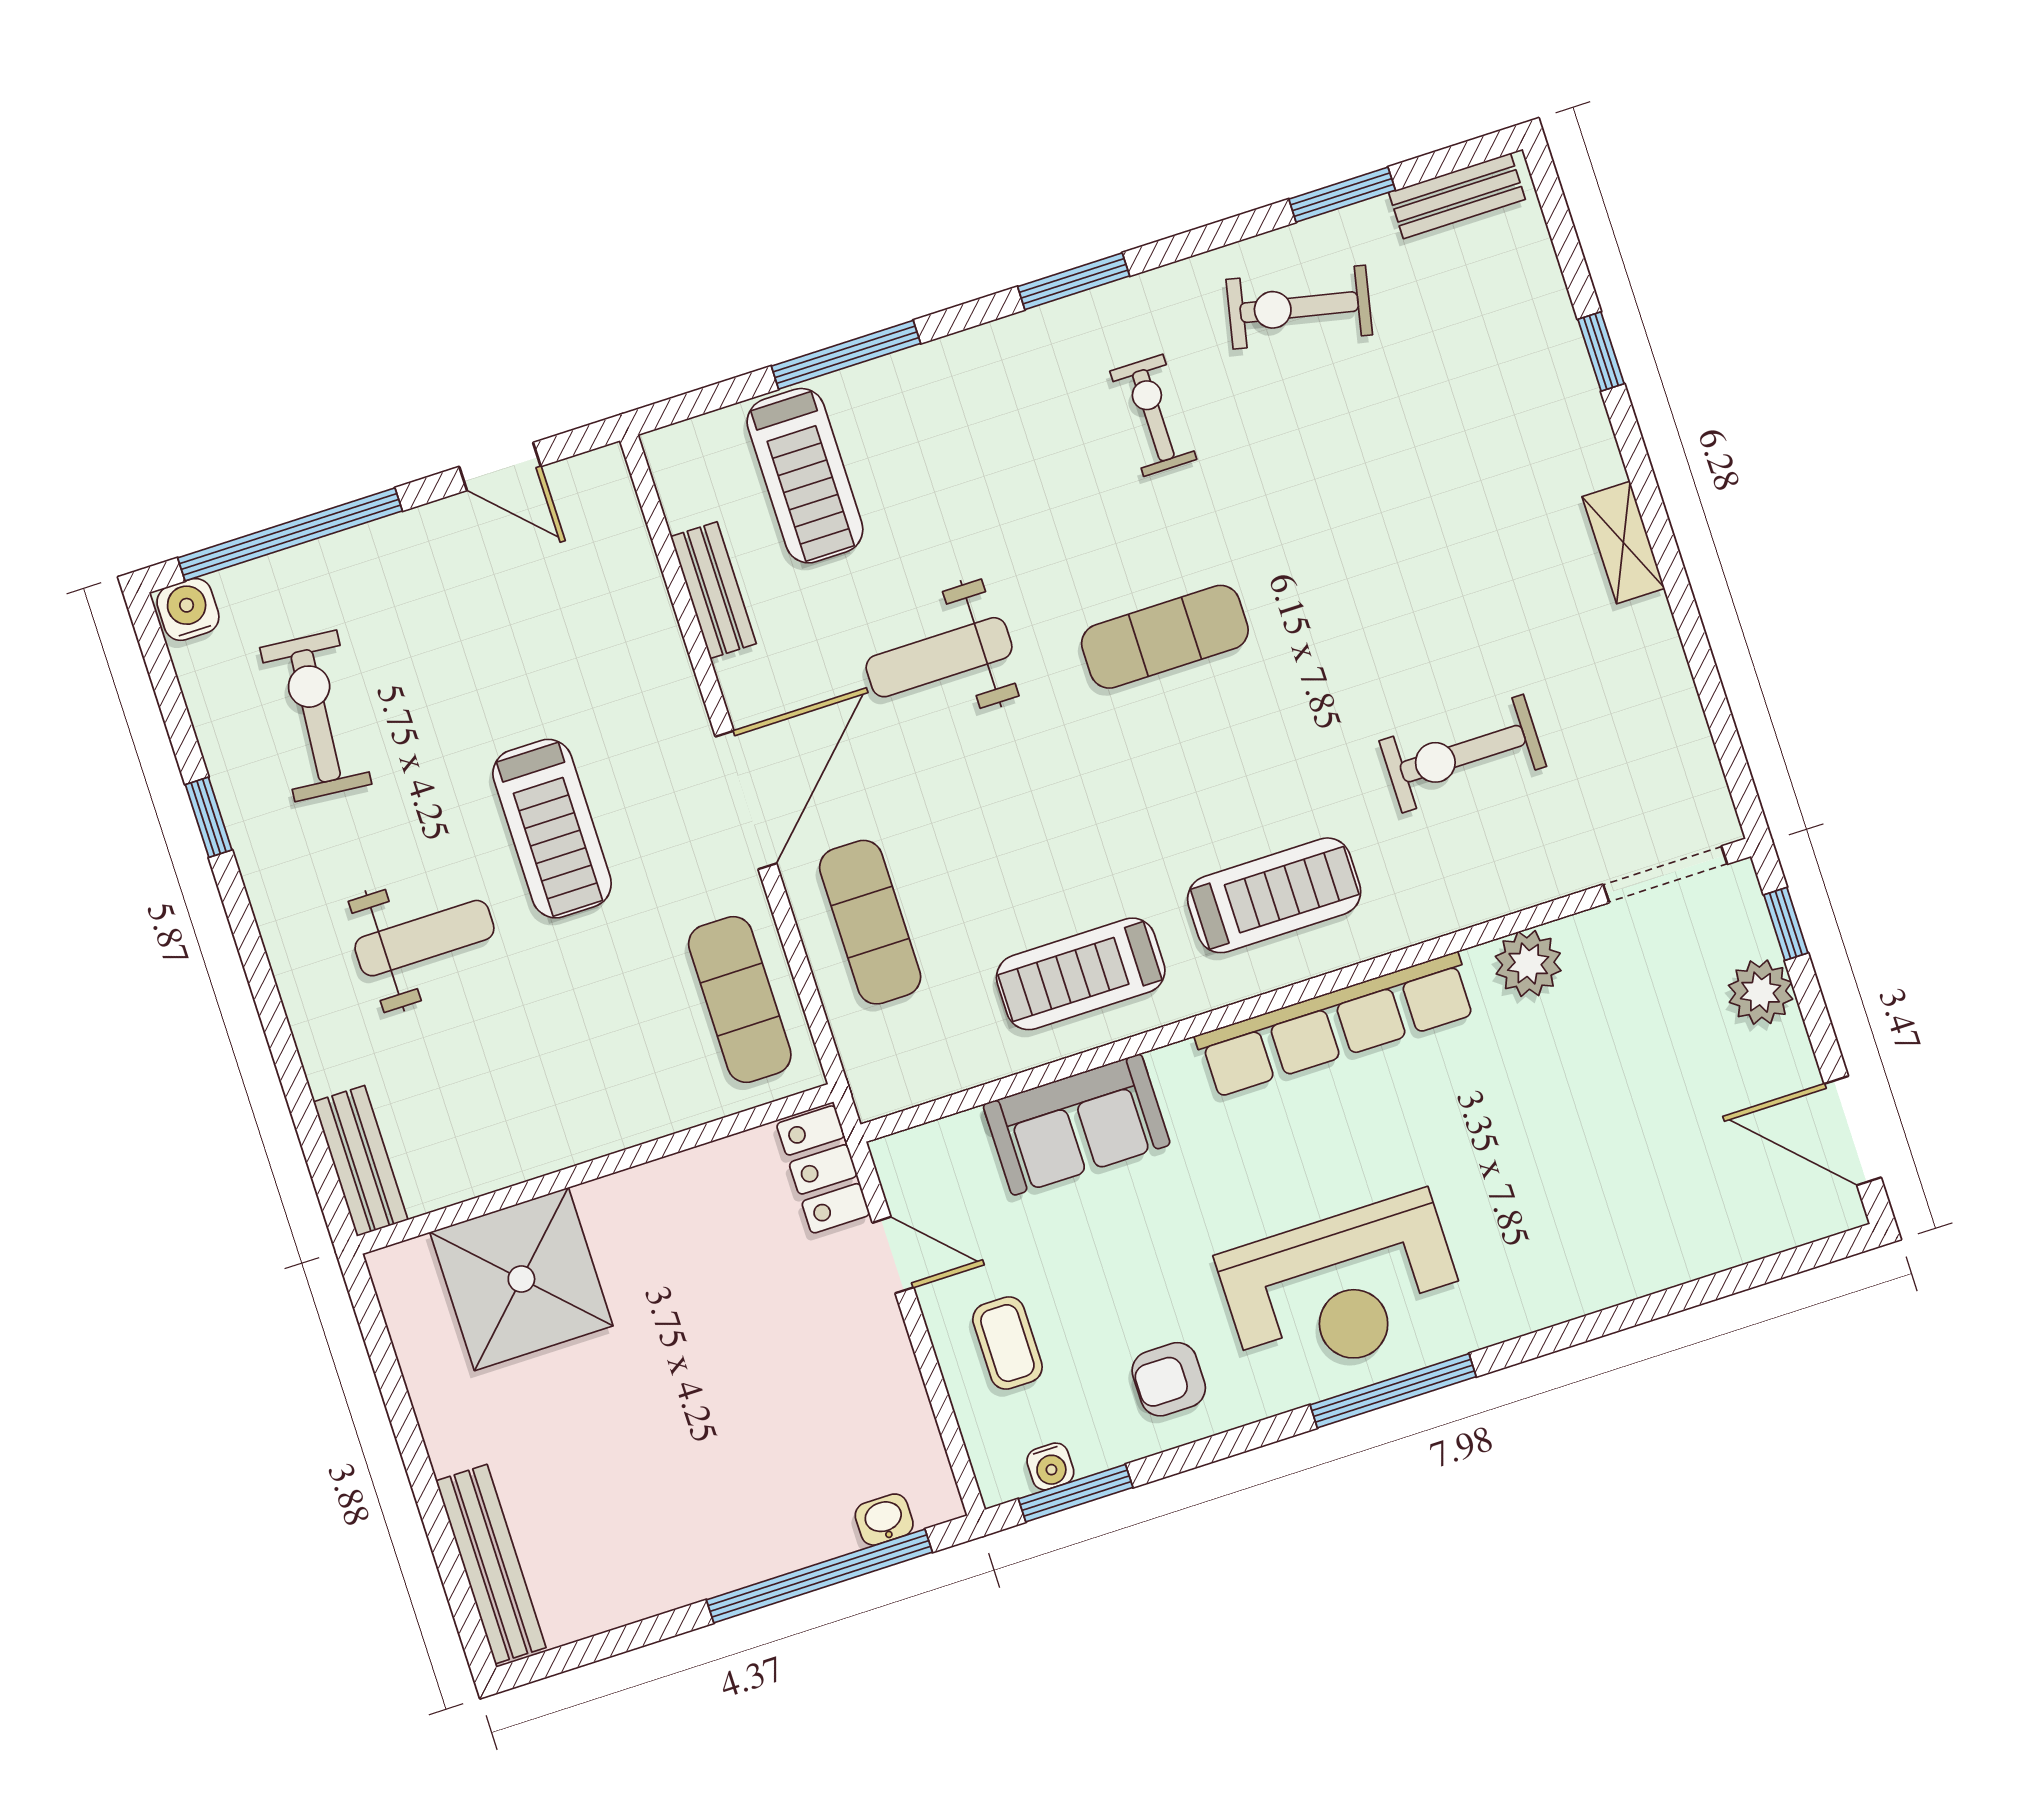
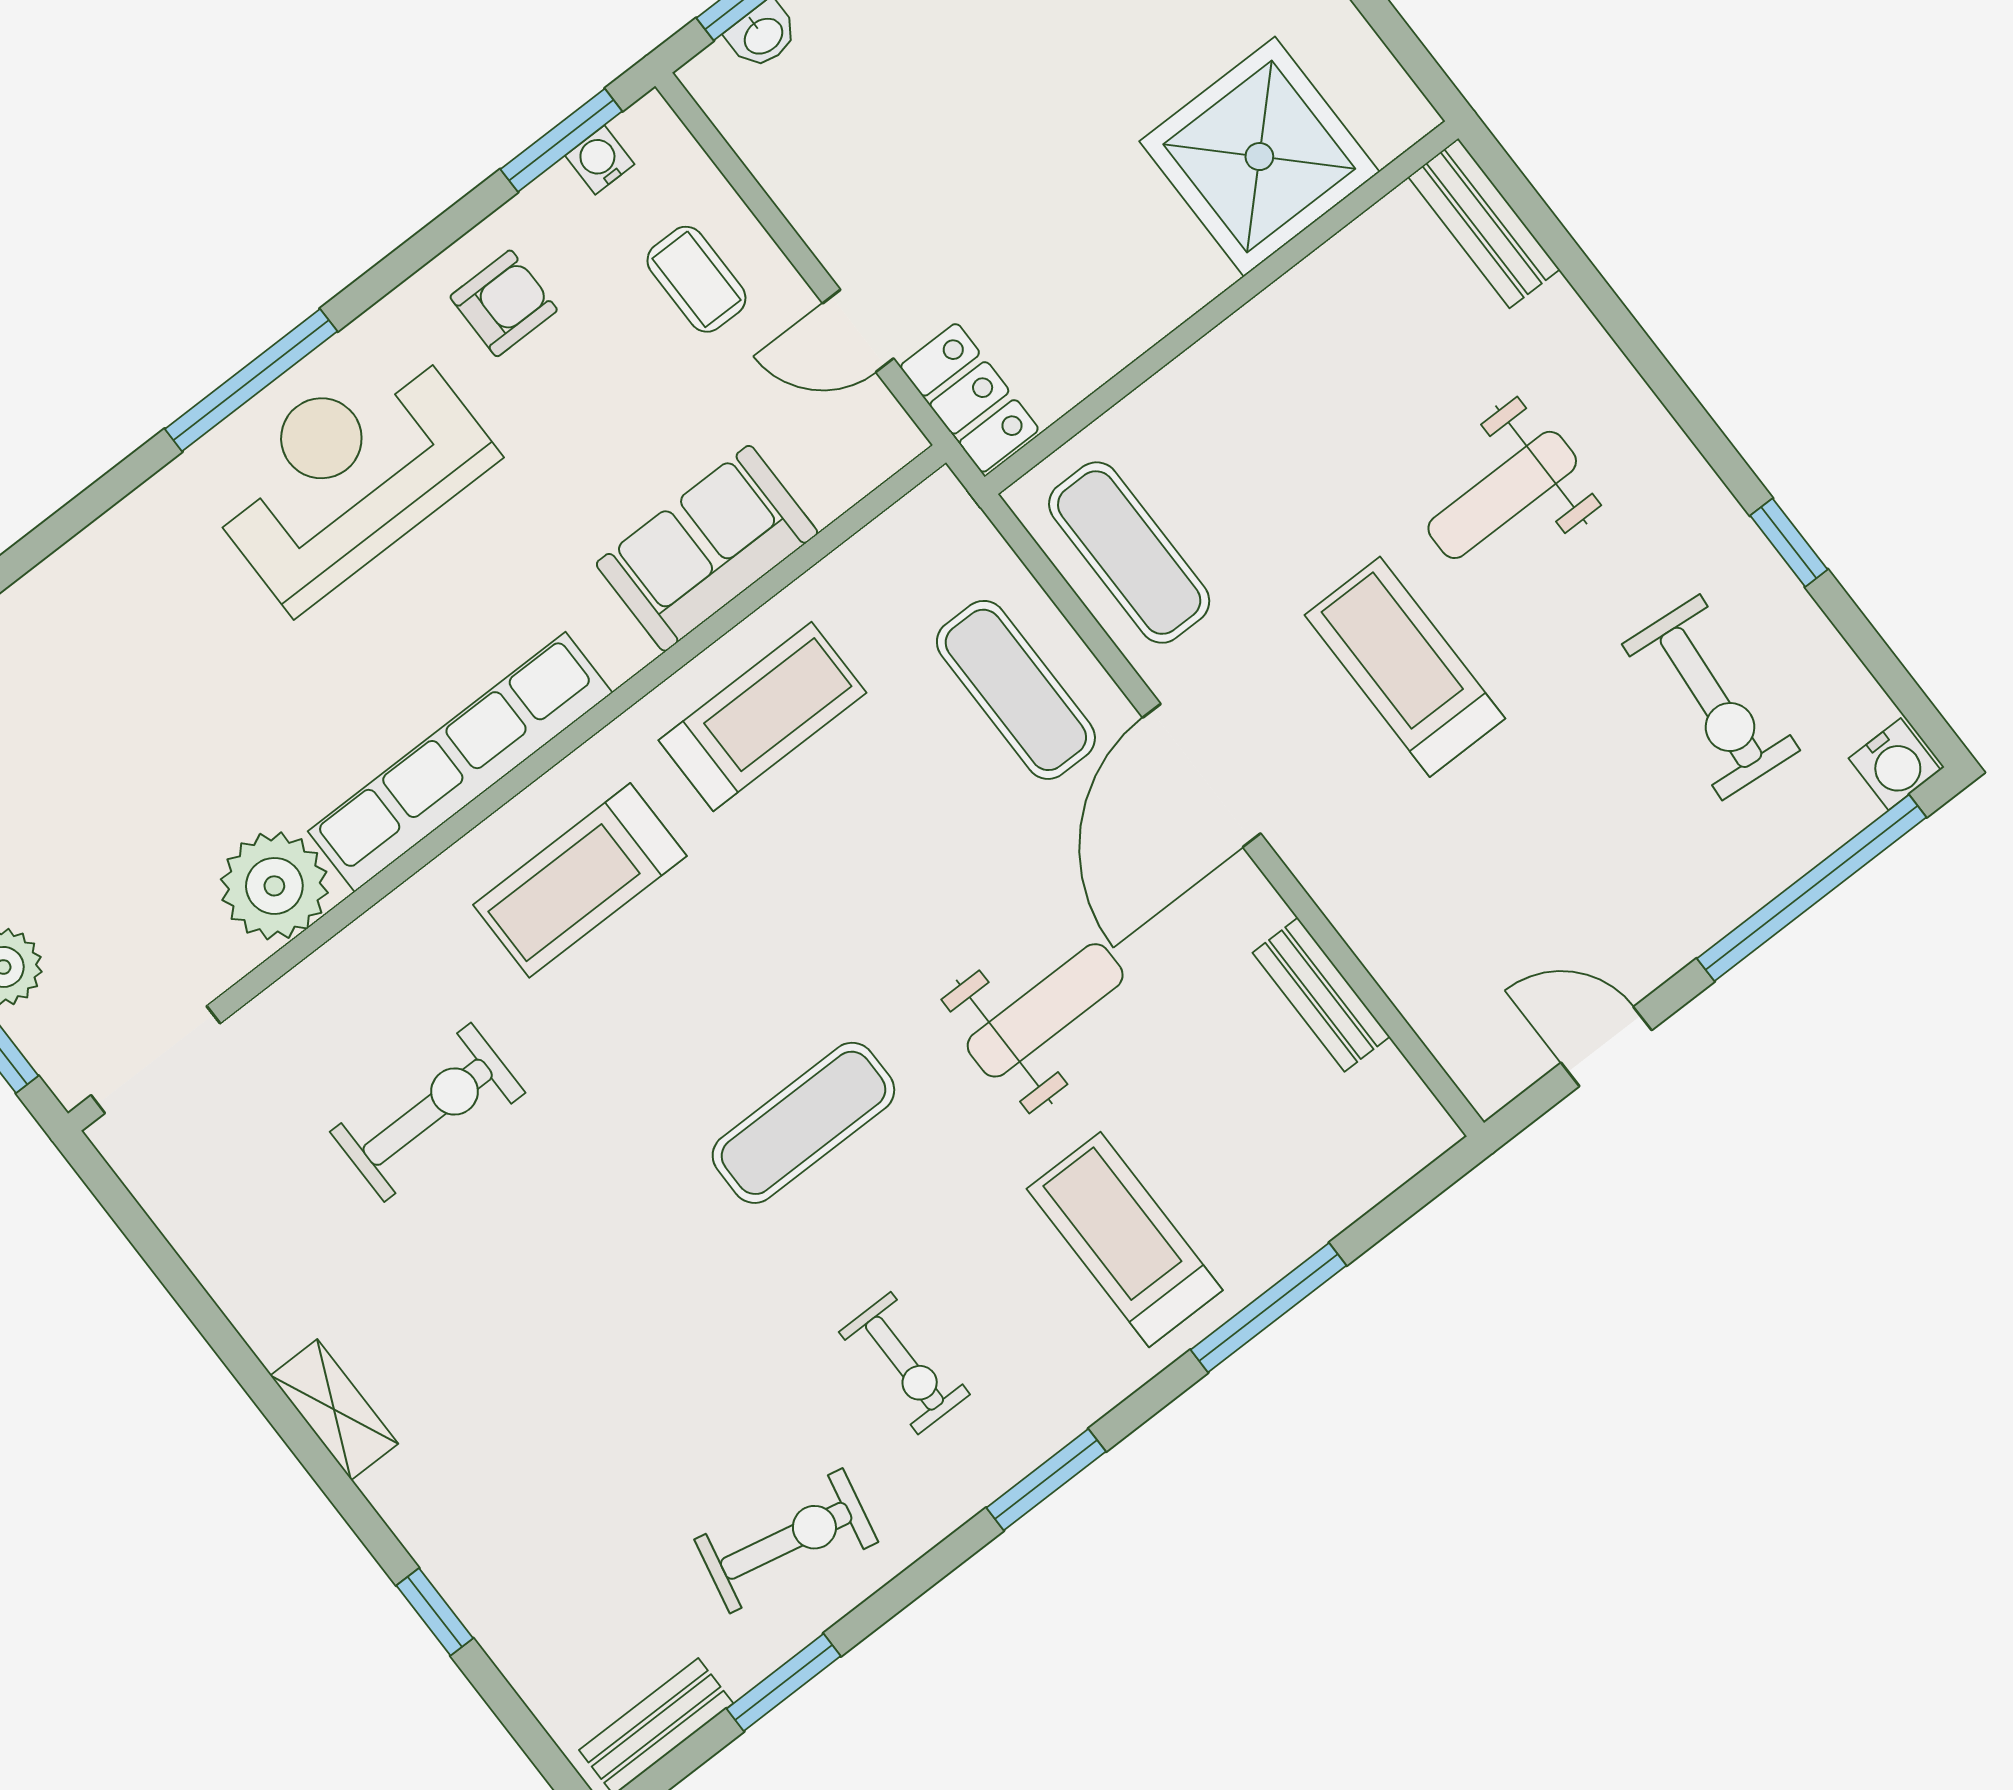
treadmill: (805, 476) -> (1125, 1240), moved
plant: (1528, 964) -> (274, 886), width x1.36, depth x1.36

